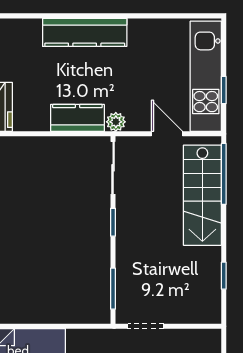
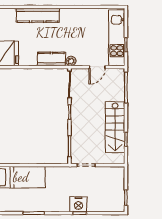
kitchen counter: (85, 32) -> (38, 15), moved
door: (167, 134) -> (97, 67), swing flipped
stairs: (202, 195) -> (115, 127), moved

